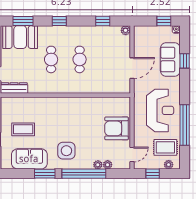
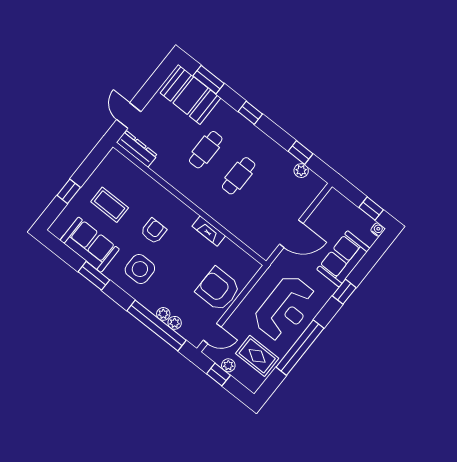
plant: (126, 30) -> (301, 171), moved
window: (185, 61) -> (344, 292), moved
fireplace: (87, 101) -> (209, 231), added
armchair: (58, 125) -> (154, 231), added
plant: (169, 165) -> (228, 365), moved
window: (84, 174) -> (157, 325), moved

